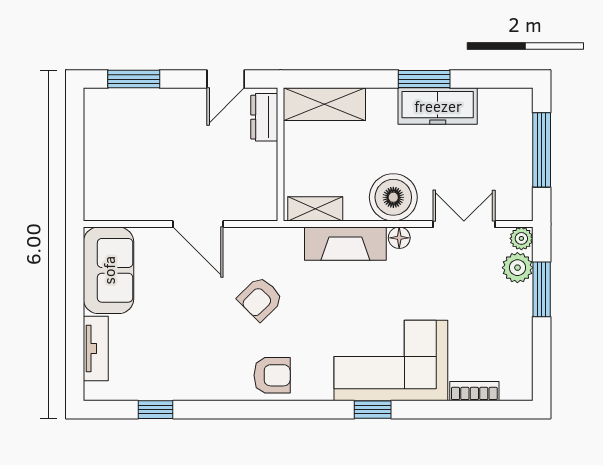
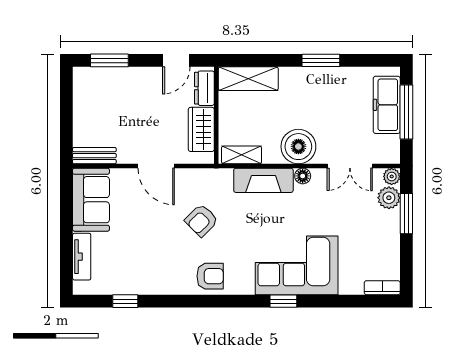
freezer: (438, 106) -> (387, 105), moved, turned 90
wardrobe: (260, 174) -> (201, 129), added
bench: (113, 210) -> (94, 156), added
double door: (464, 224) -> (350, 166), swing flipped
bookcase: (474, 391) -> (382, 288), moved

